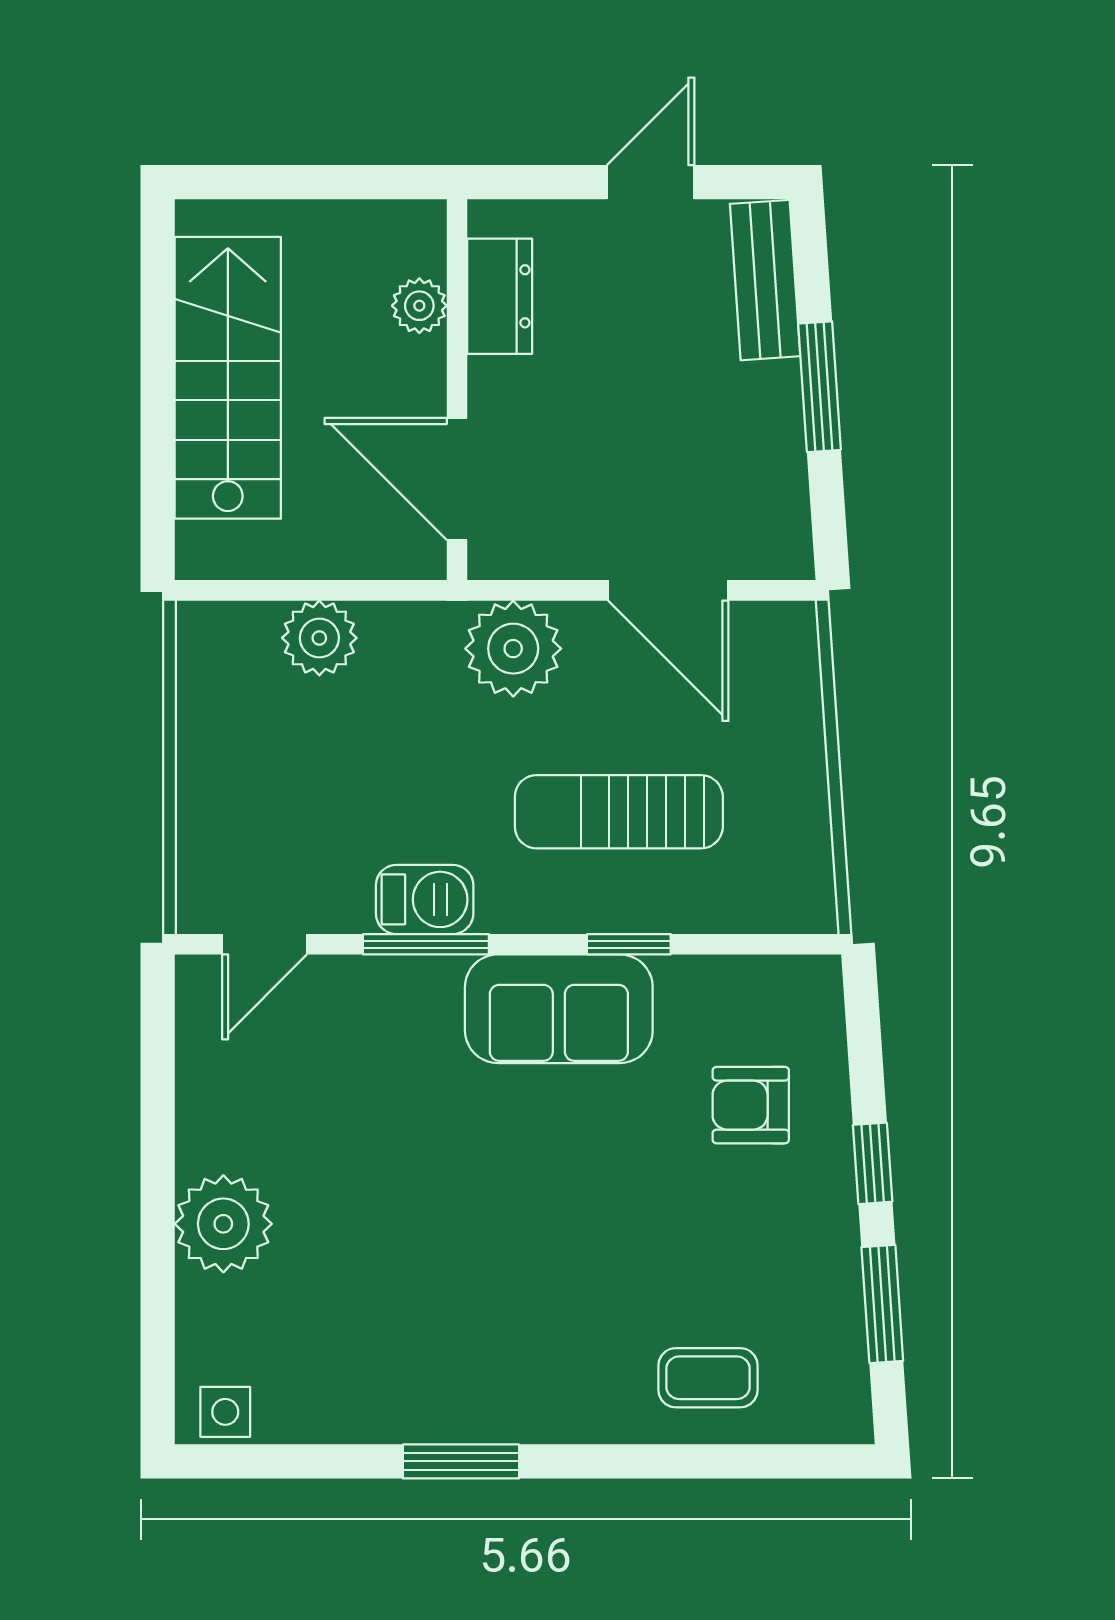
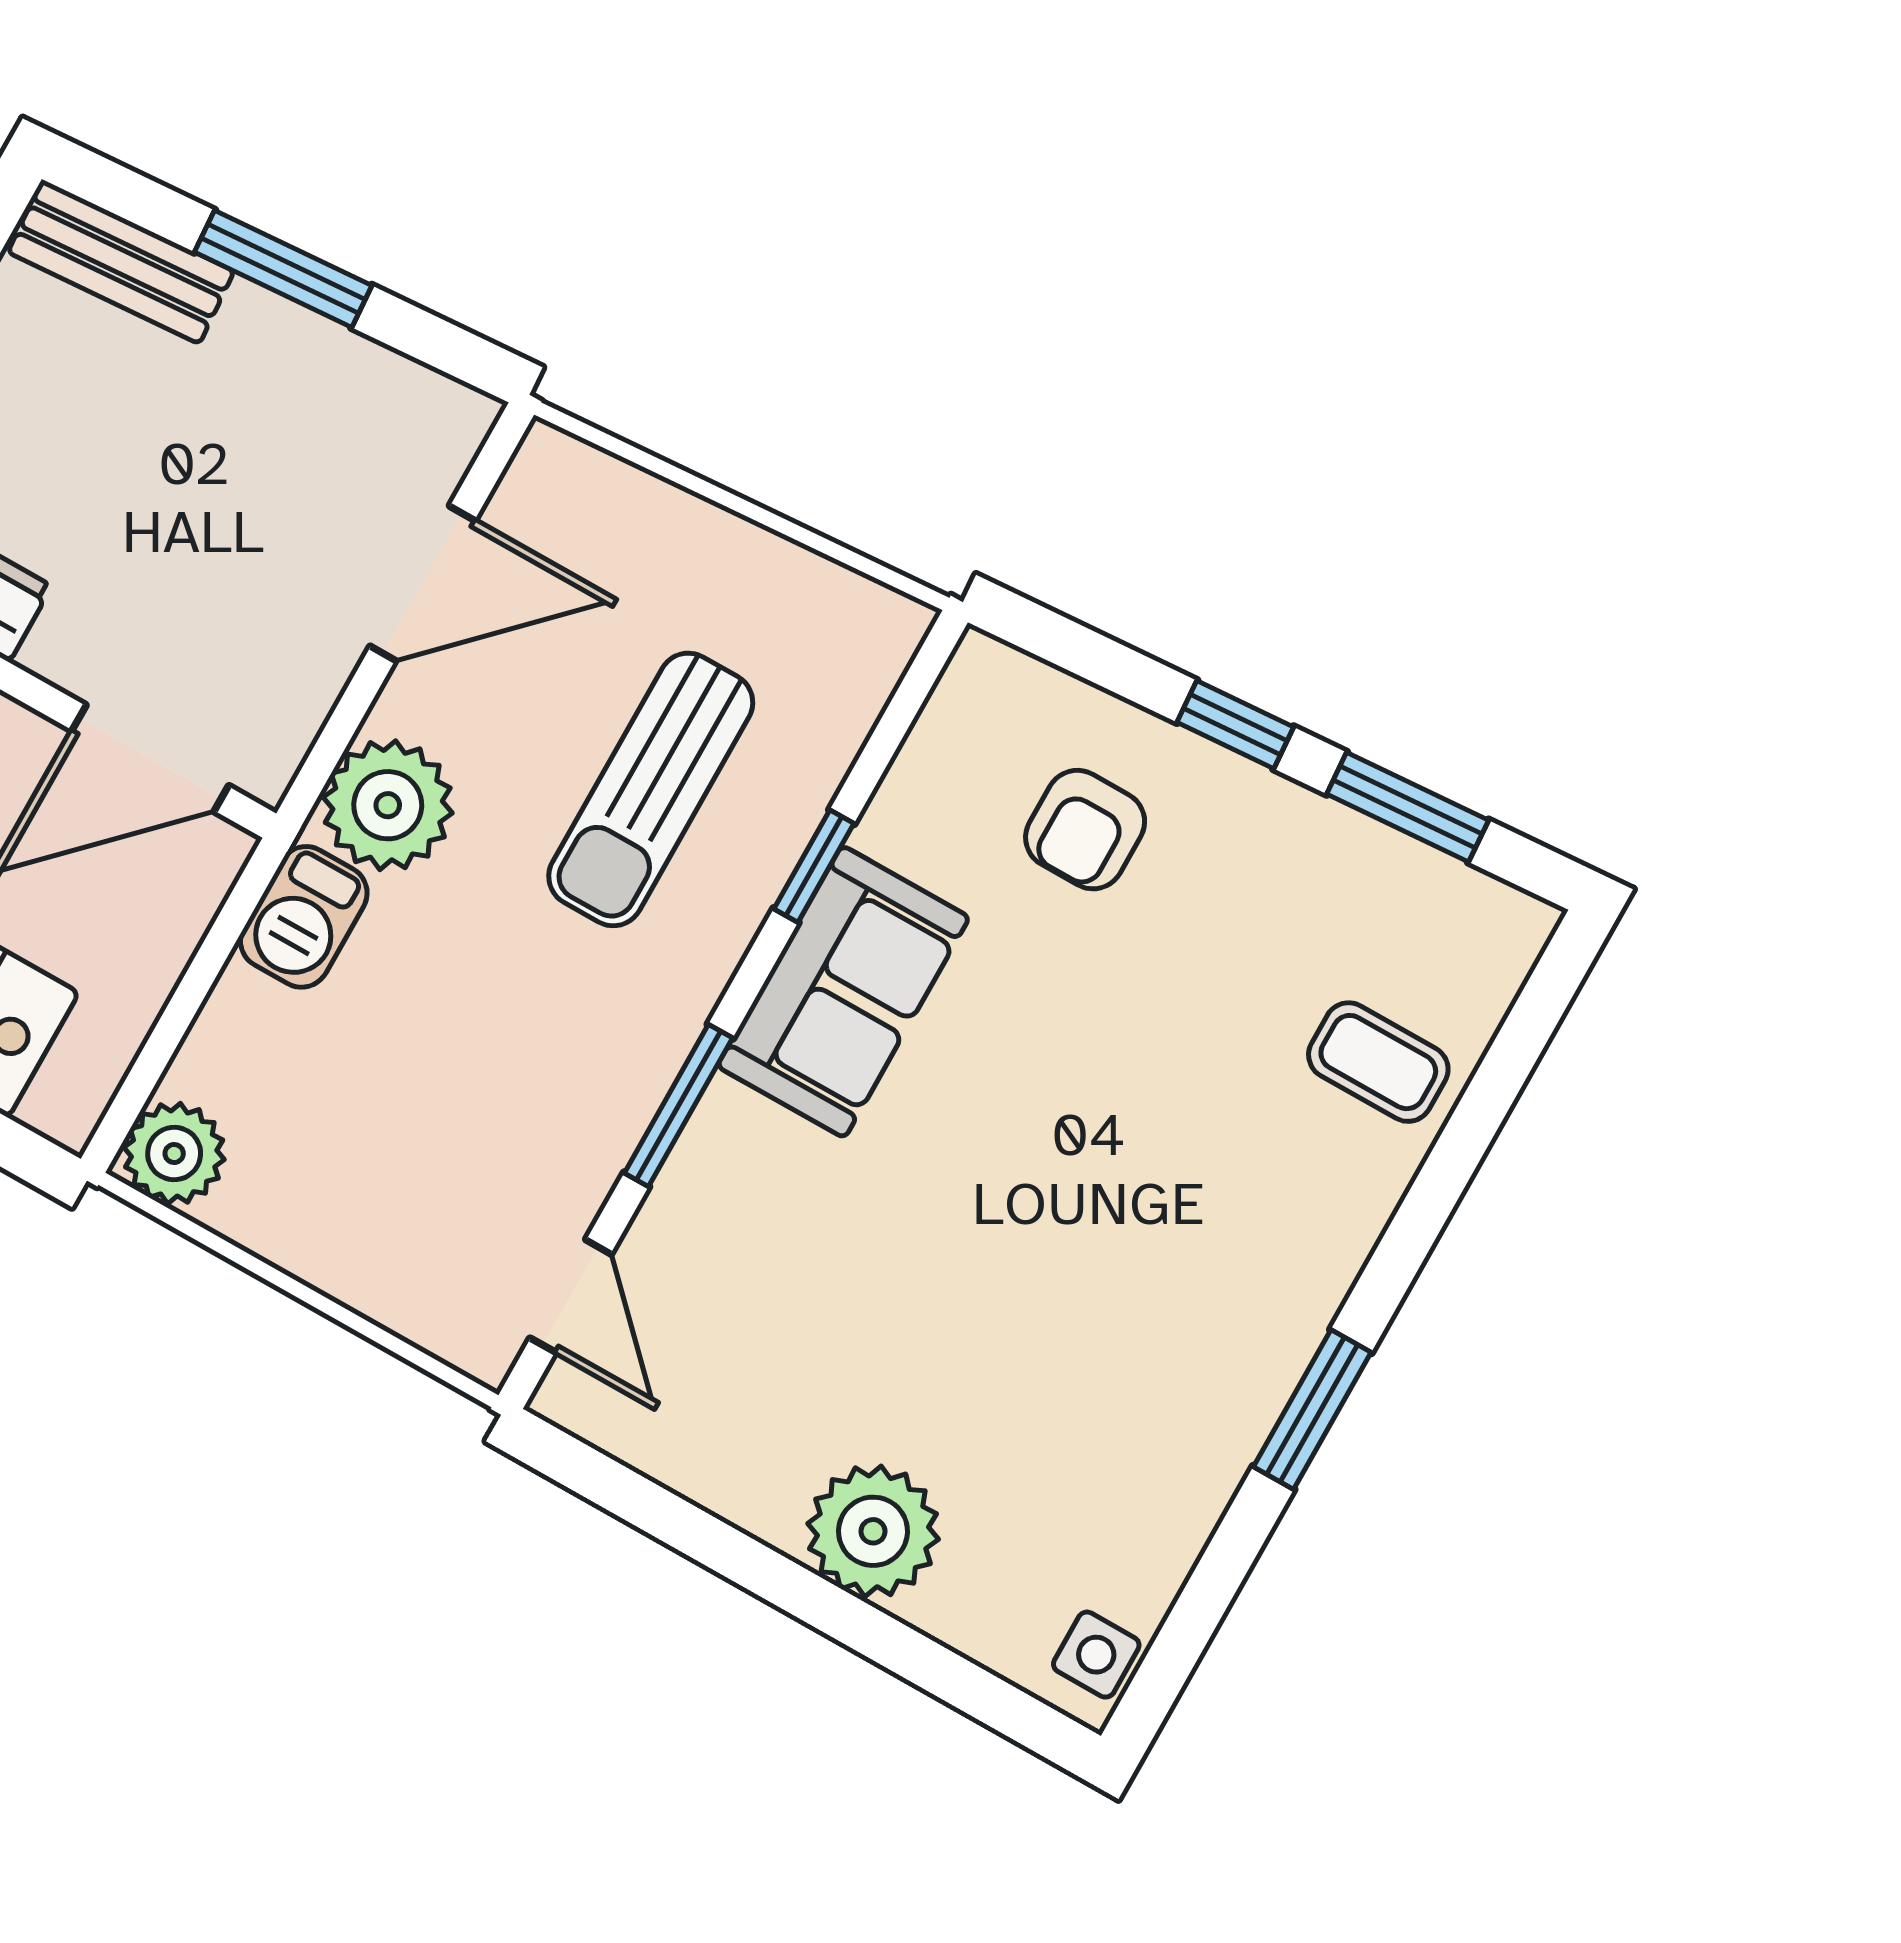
plant: (319, 638) -> (174, 1154), moved
barbecue: (425, 899) -> (304, 917), moved, turned 180
coffee table: (708, 1378) -> (1378, 1062), turned 90

